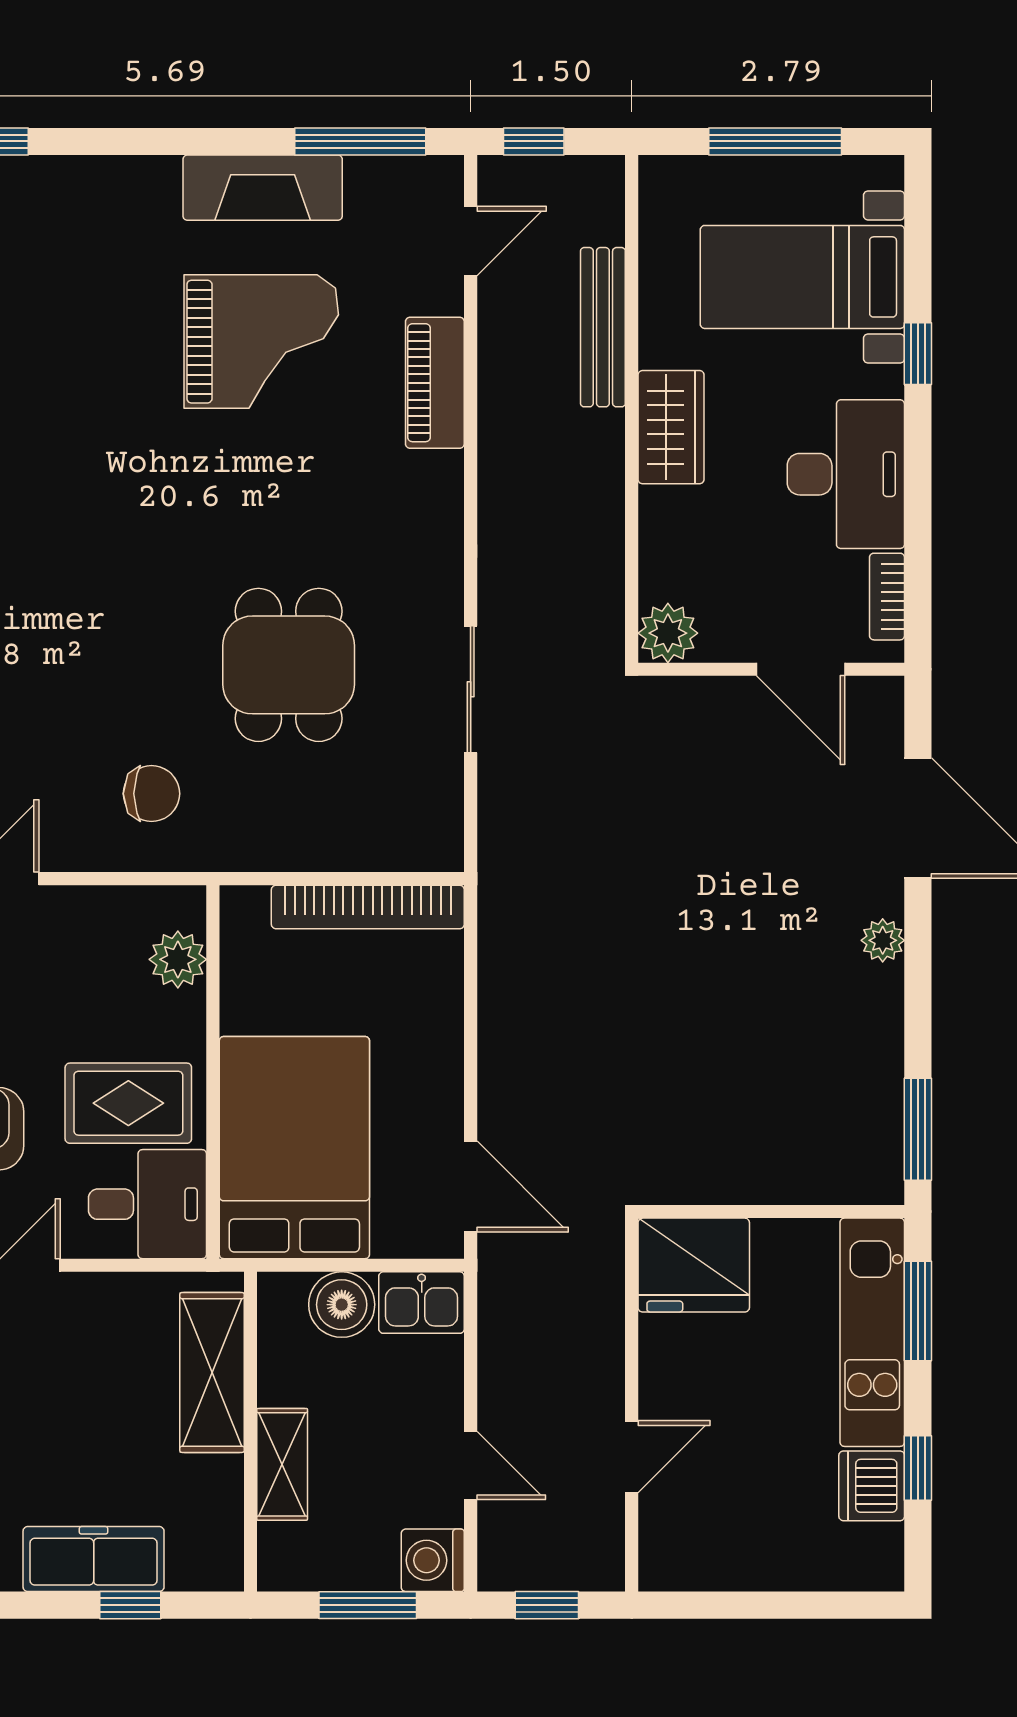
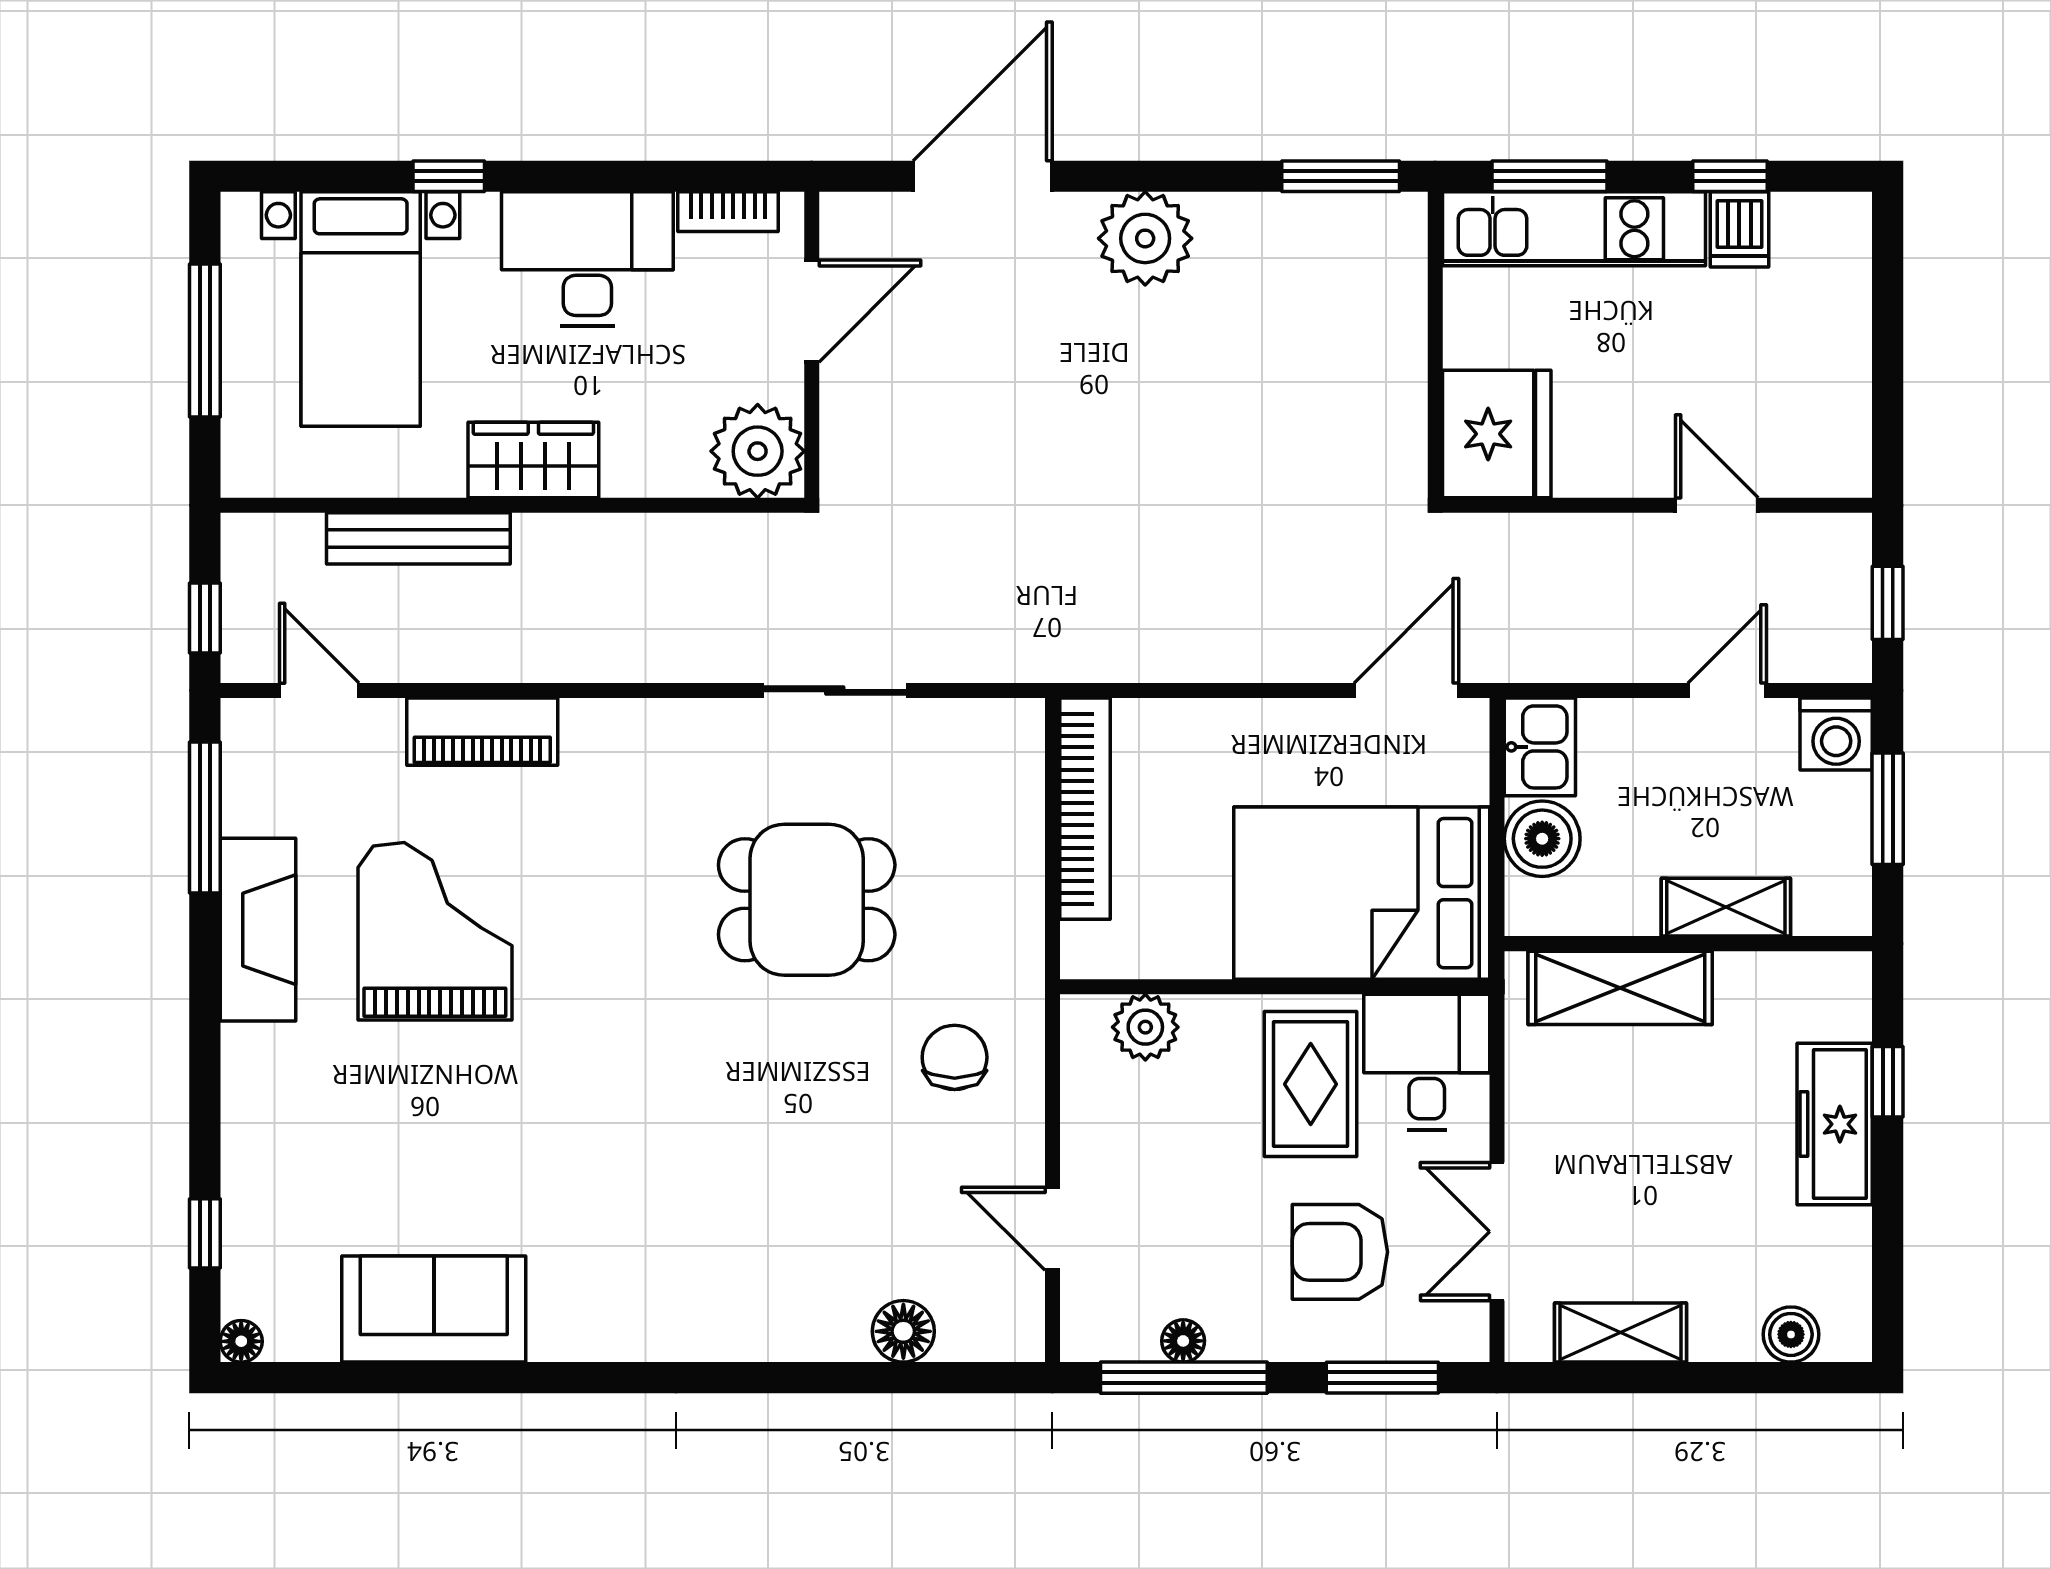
plant: (668, 633) -> (758, 451), width x1.36, depth x1.36
plant: (883, 940) -> (1145, 238), width x1.87, depth x1.87
dishwasher: (872, 1486) -> (1739, 229), width x0.73

